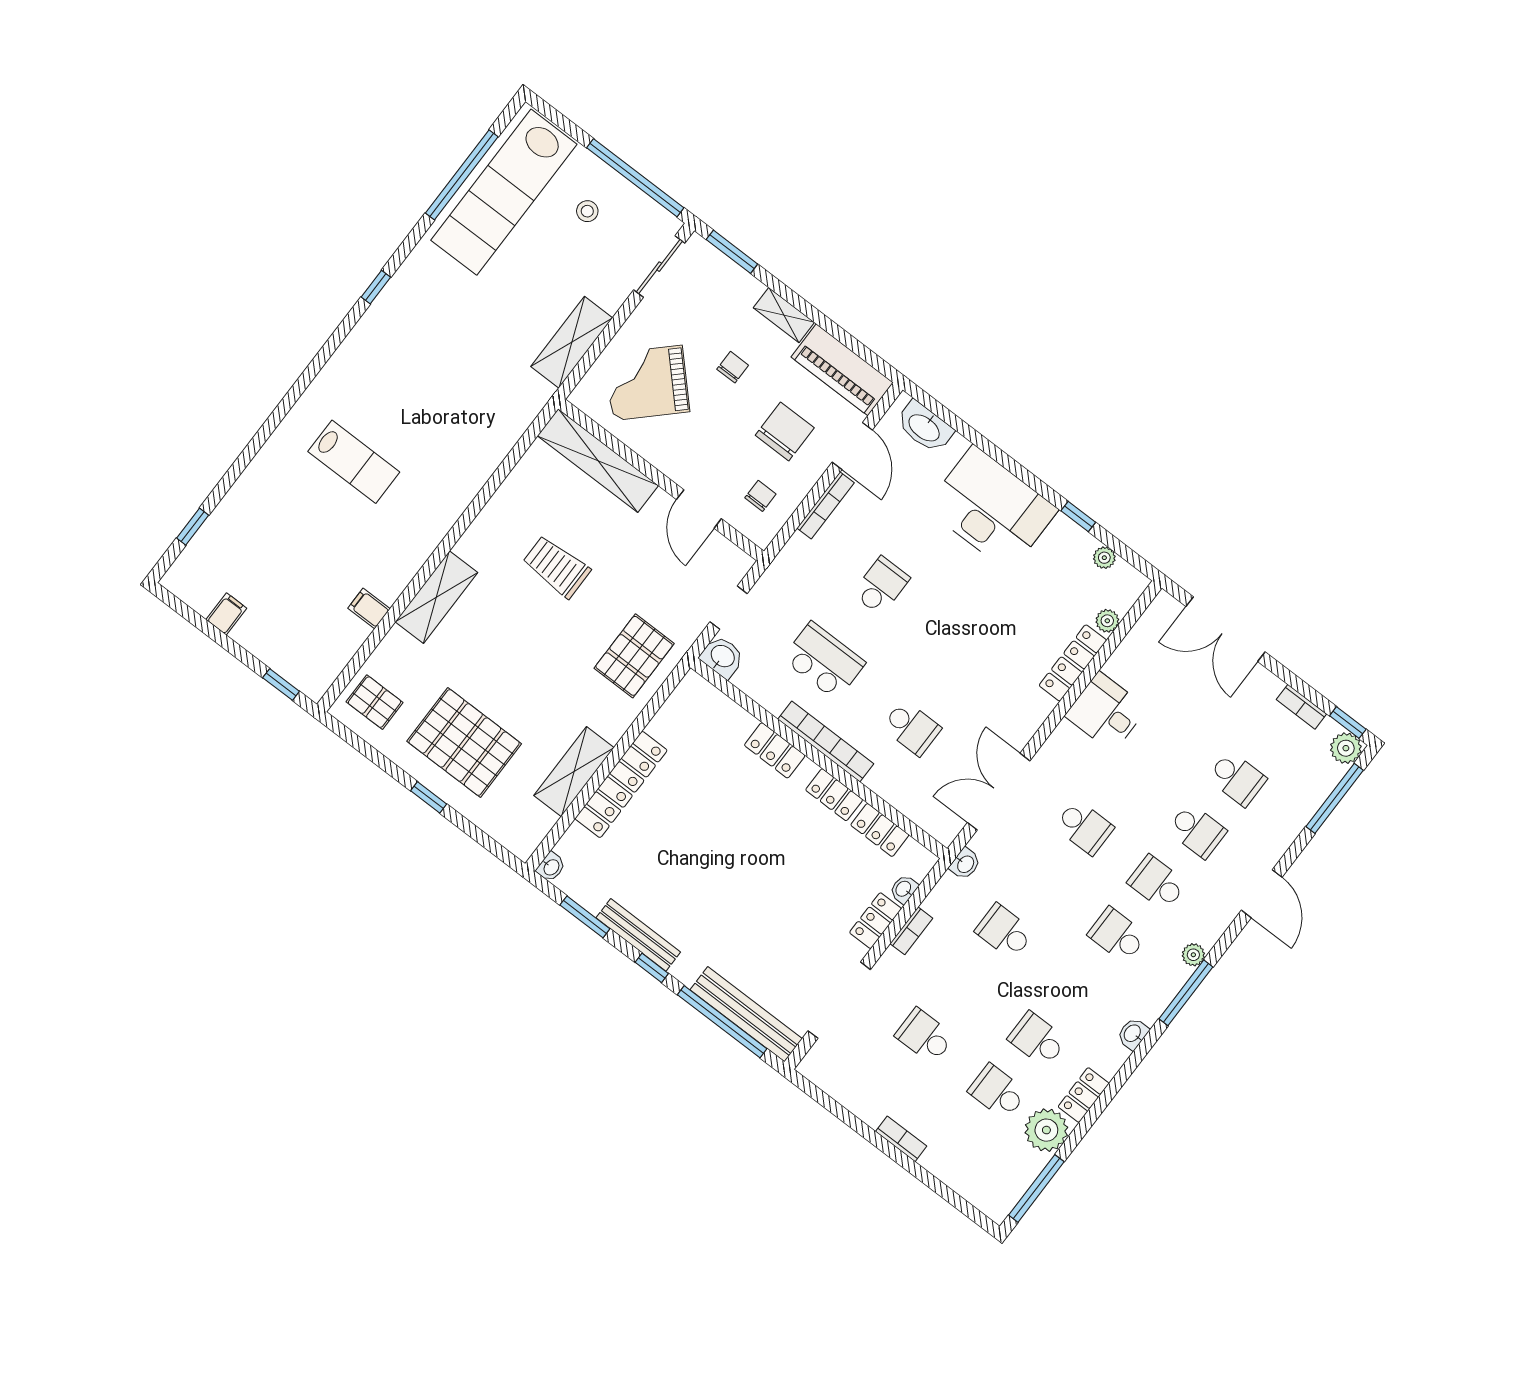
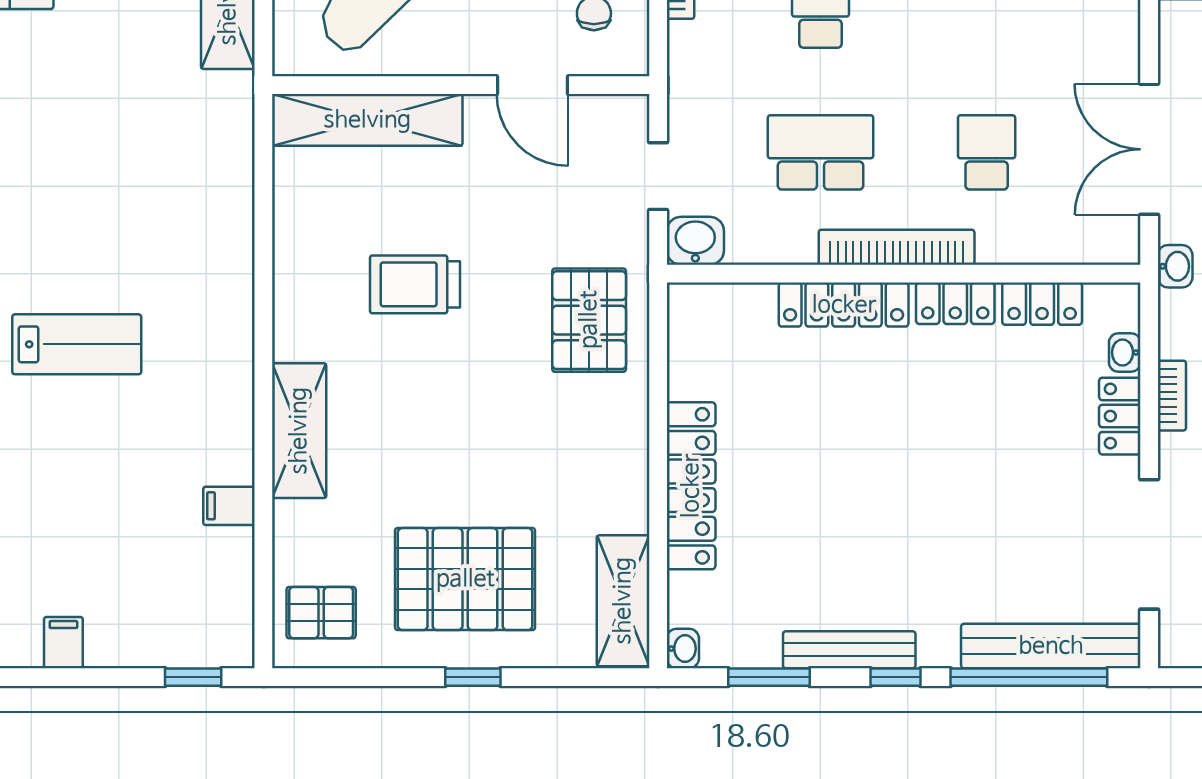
school desk: (912, 728) -> (987, 152), turned -90
locker: (775, 750) -> (844, 305), width x1.53
shelving: (574, 772) -> (623, 601), moved

